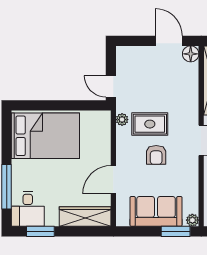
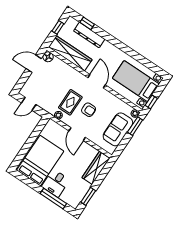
door: (111, 86) -> (29, 104), moved
door: (113, 180) -> (77, 134), moved
desk: (28, 209) -> (56, 183), moved, turned 90

